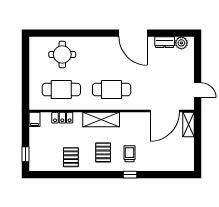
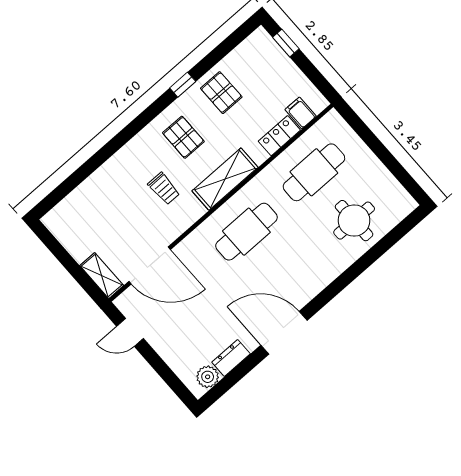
door: (165, 111) -> (150, 265), swing flipped
filing cabinet: (34, 119) -> (301, 113), moved
trolley: (129, 154) -> (164, 189), moved
window: (130, 175) -> (183, 85), moved

